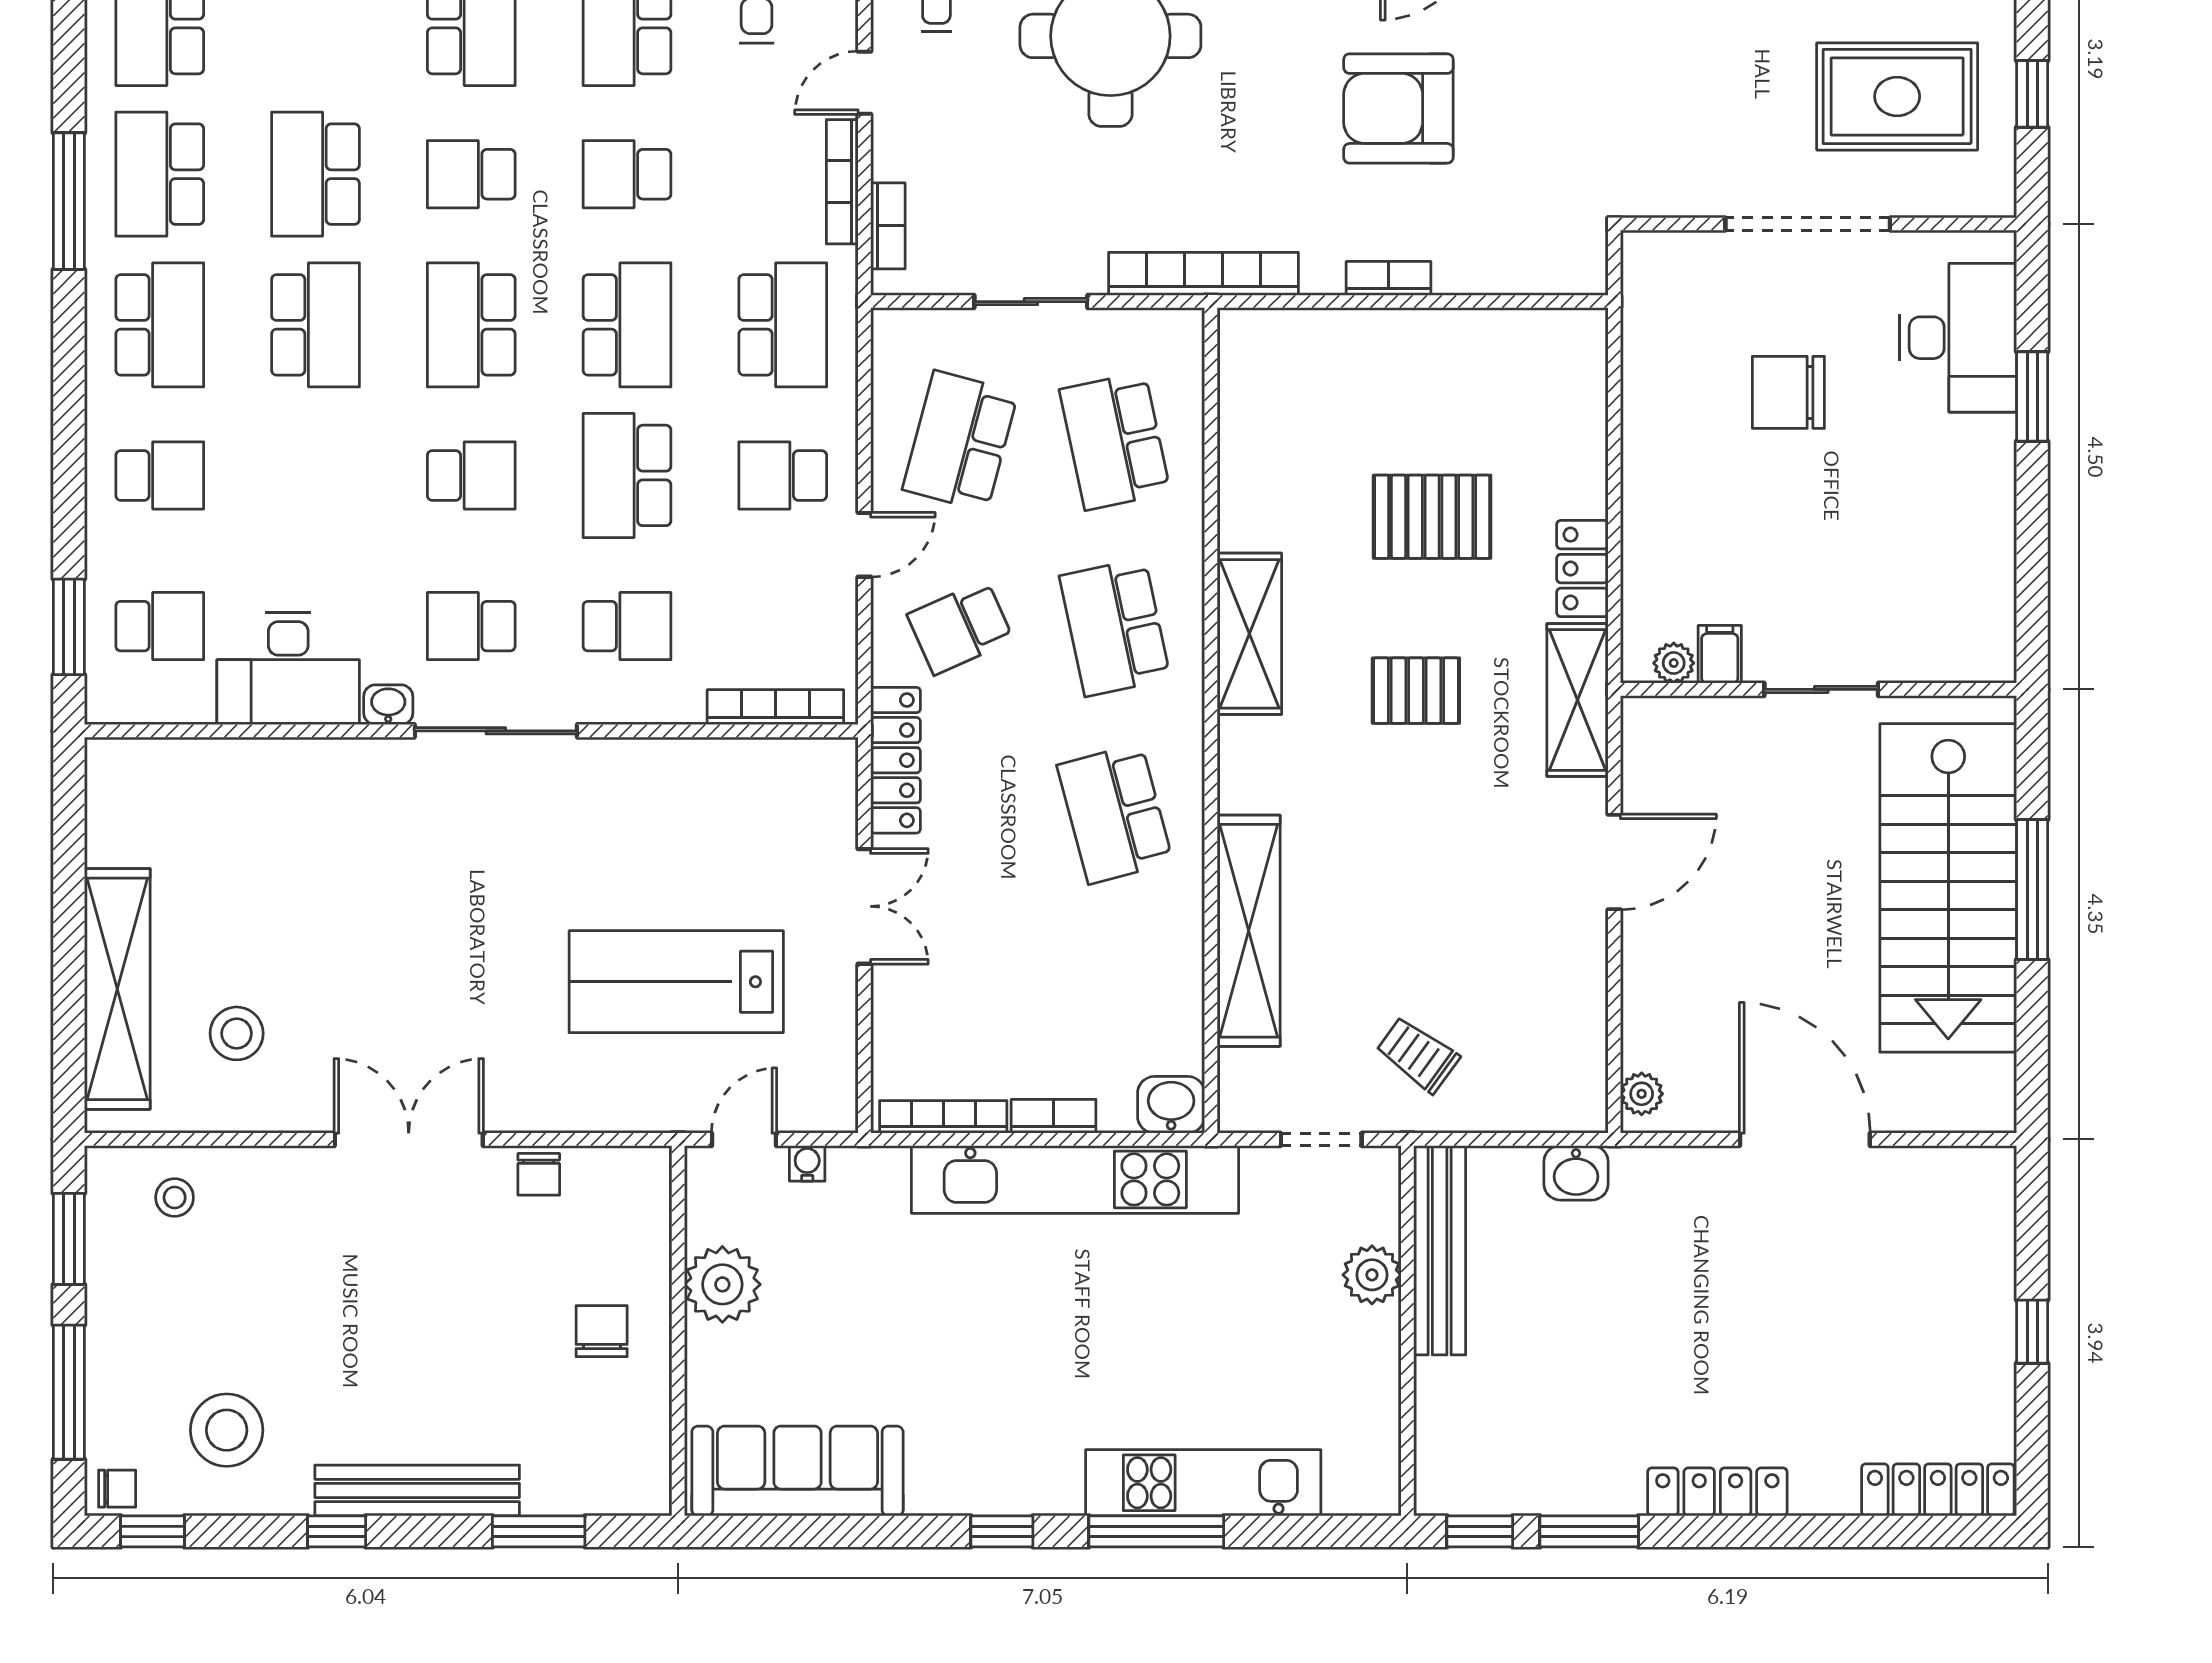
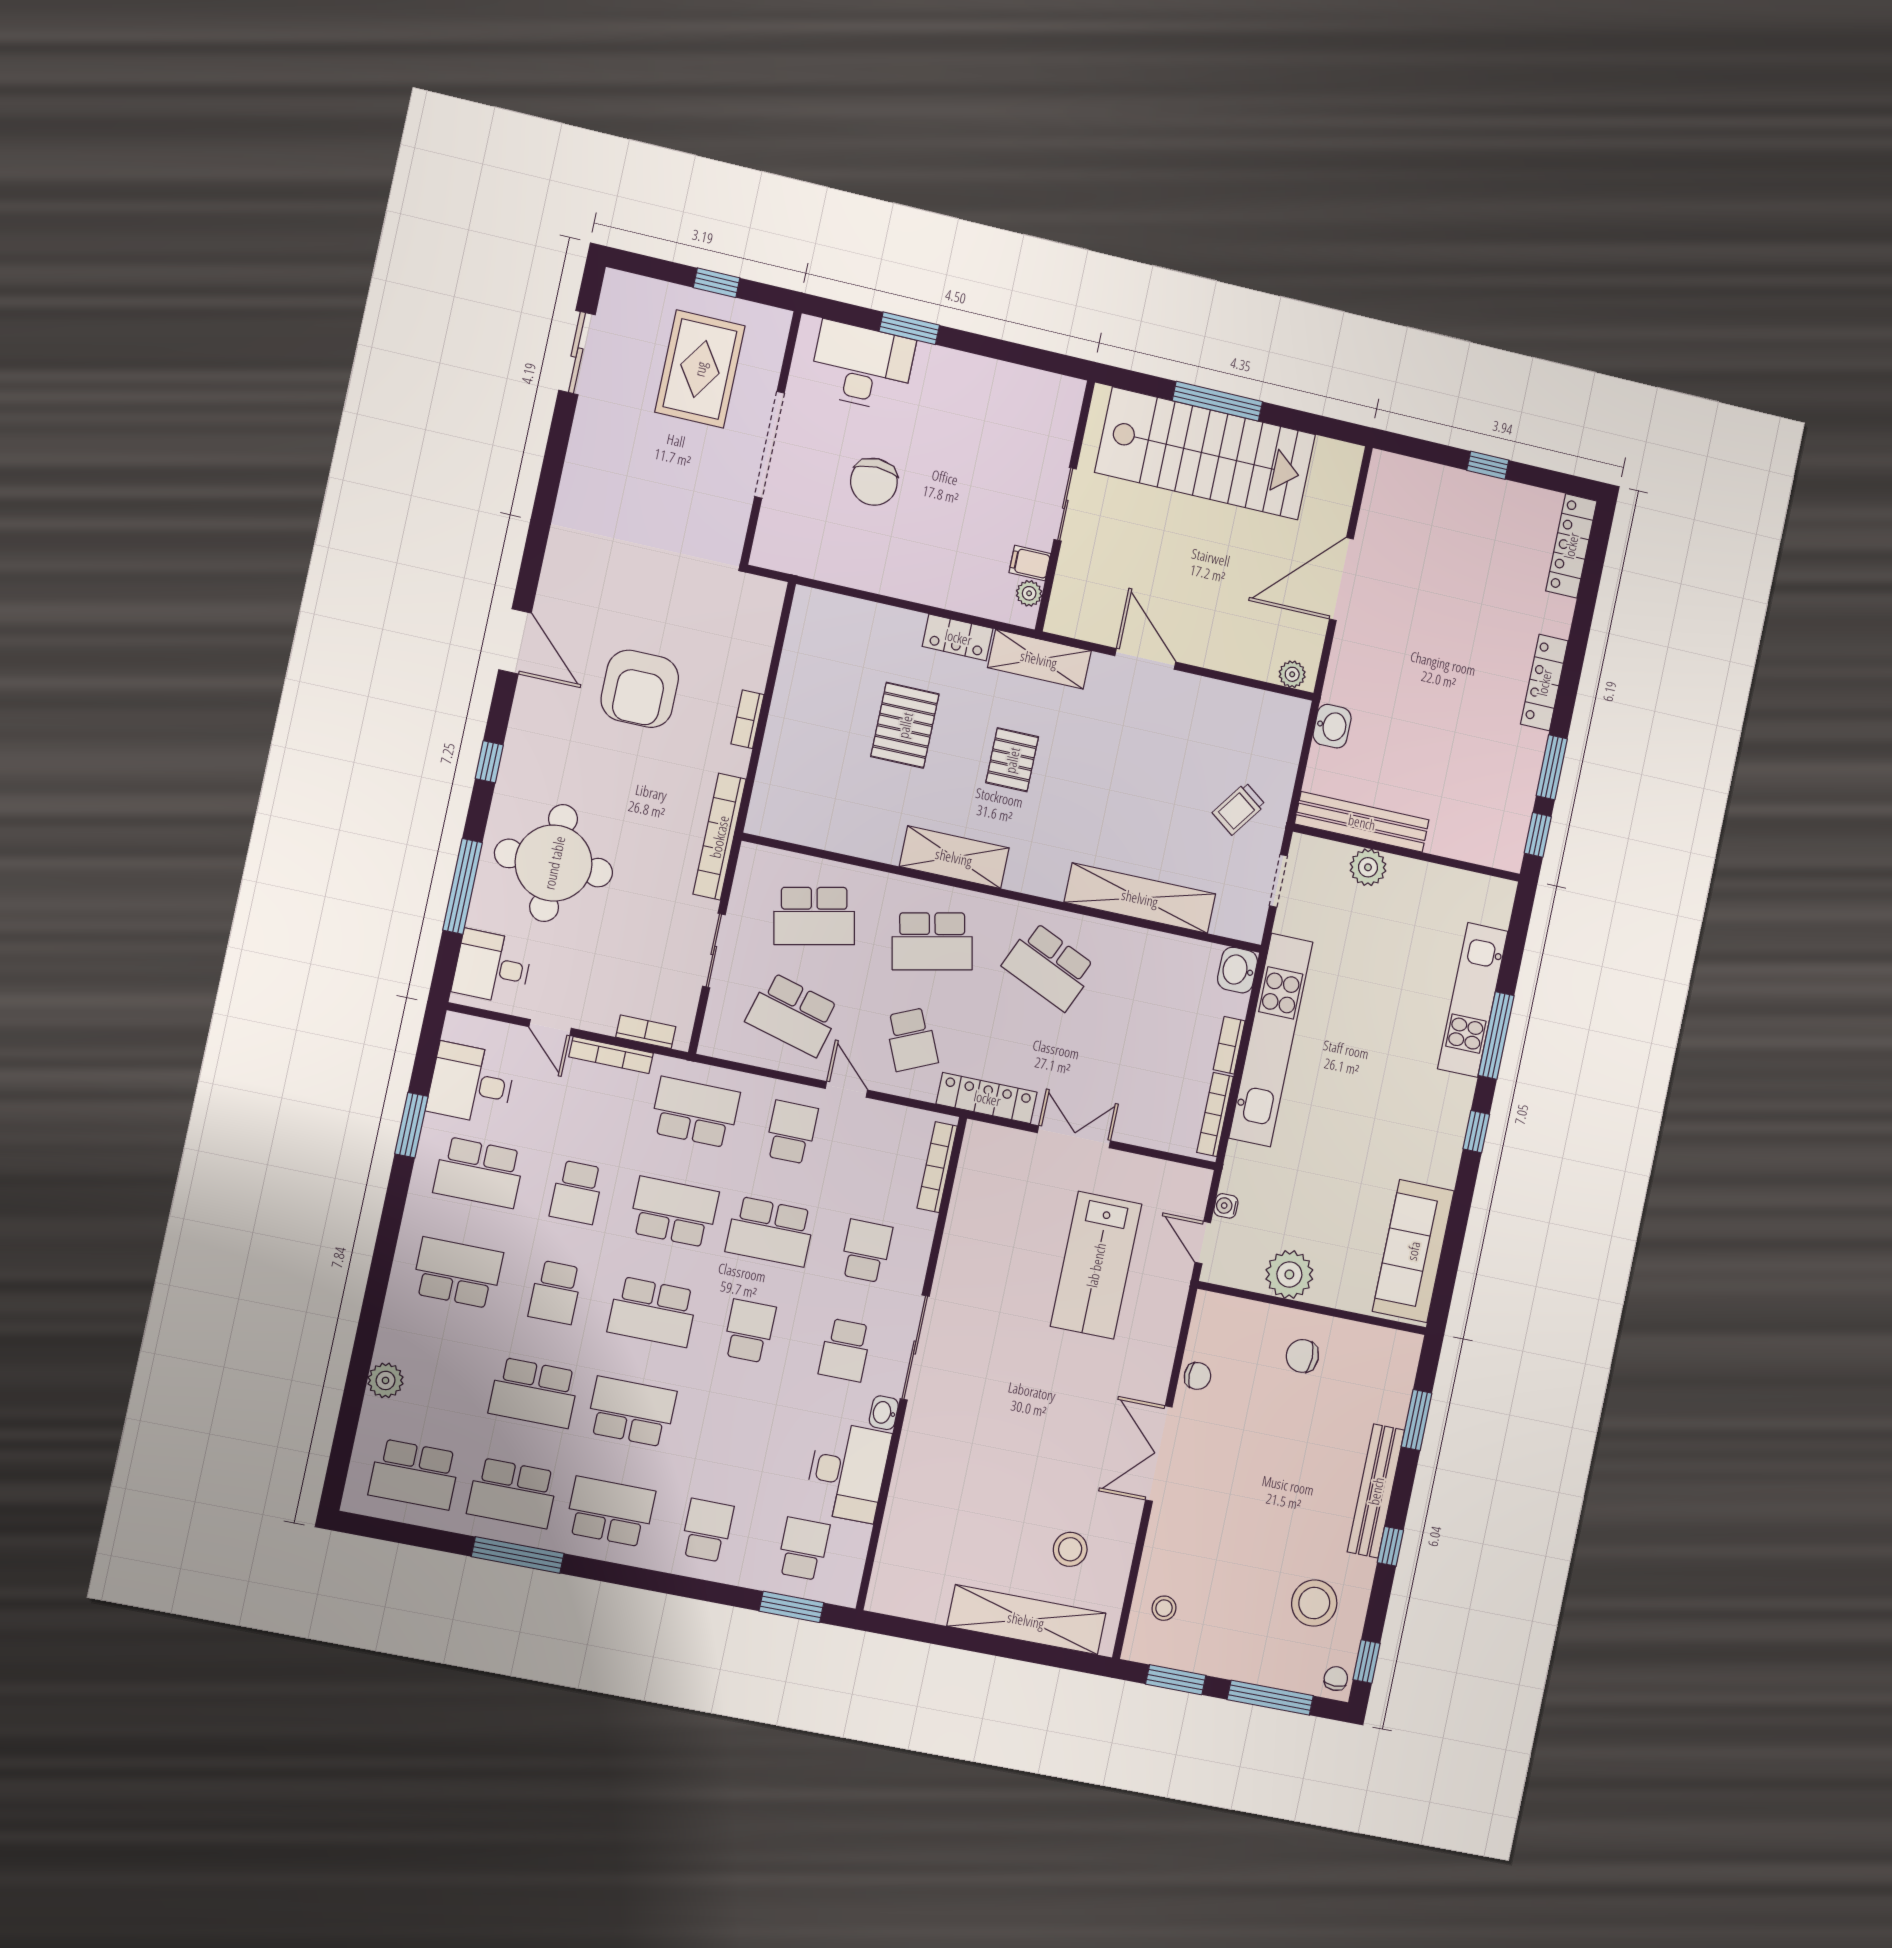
school desk: (783, 475) -> (791, 1132), turned 180
school desk: (1115, 814) -> (1049, 966), turned 39

